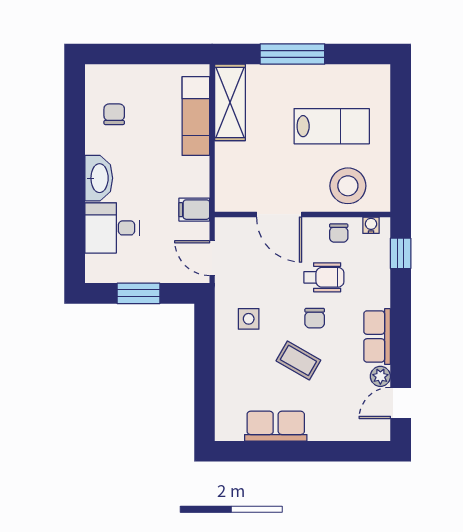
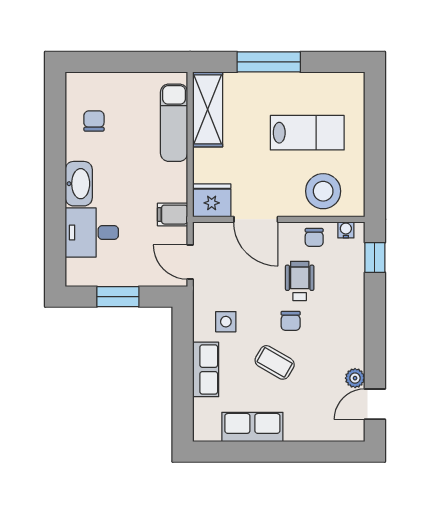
fridge: (234, 195) -> (212, 200), added
wheelchair: (324, 277) -> (300, 281), turned -90
row of seats: (377, 336) -> (206, 369), moved, turned 180

